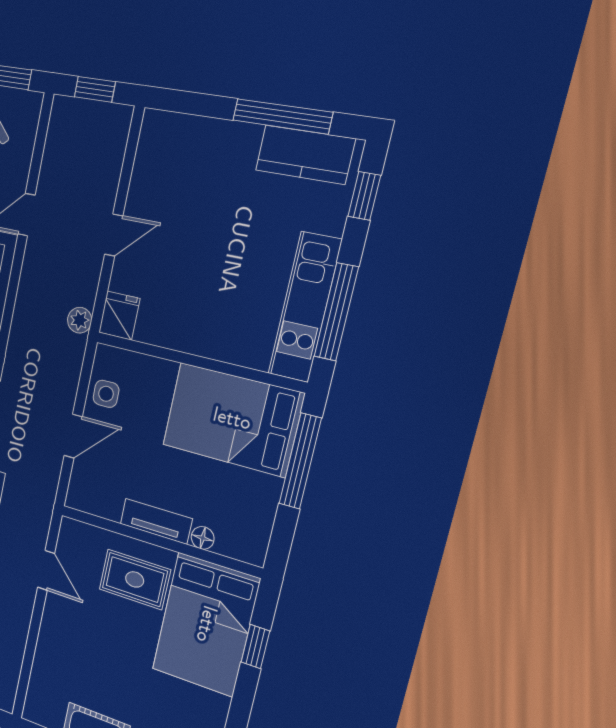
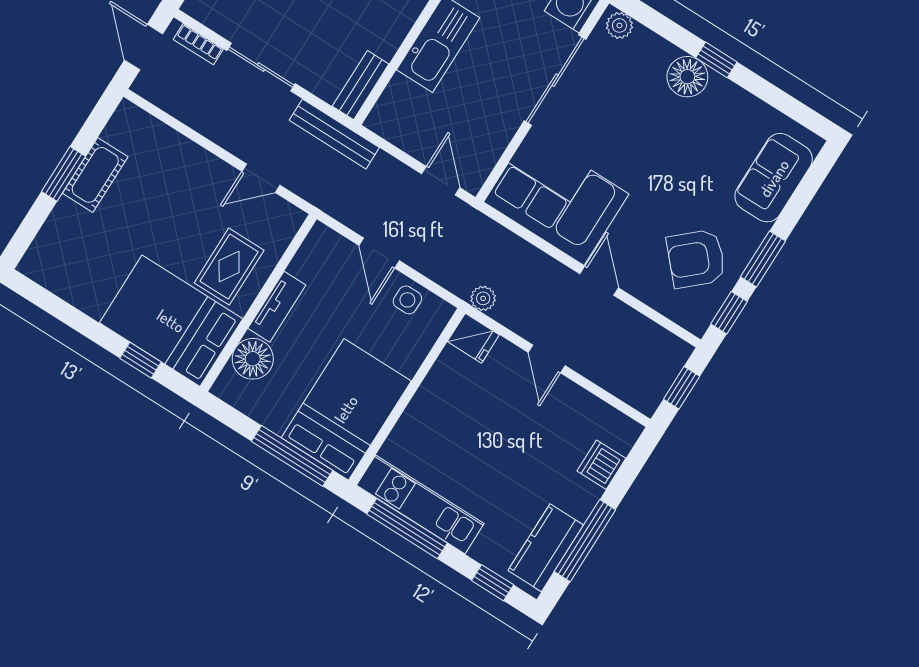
dishwasher: (197, 135) -> (601, 465), added
floor lamp: (203, 538) -> (253, 359), width x1.89, depth x1.89

